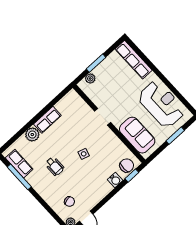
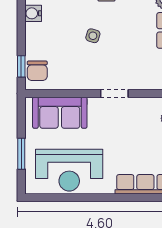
water cooler: (115, 180) -> (33, 13), moved

